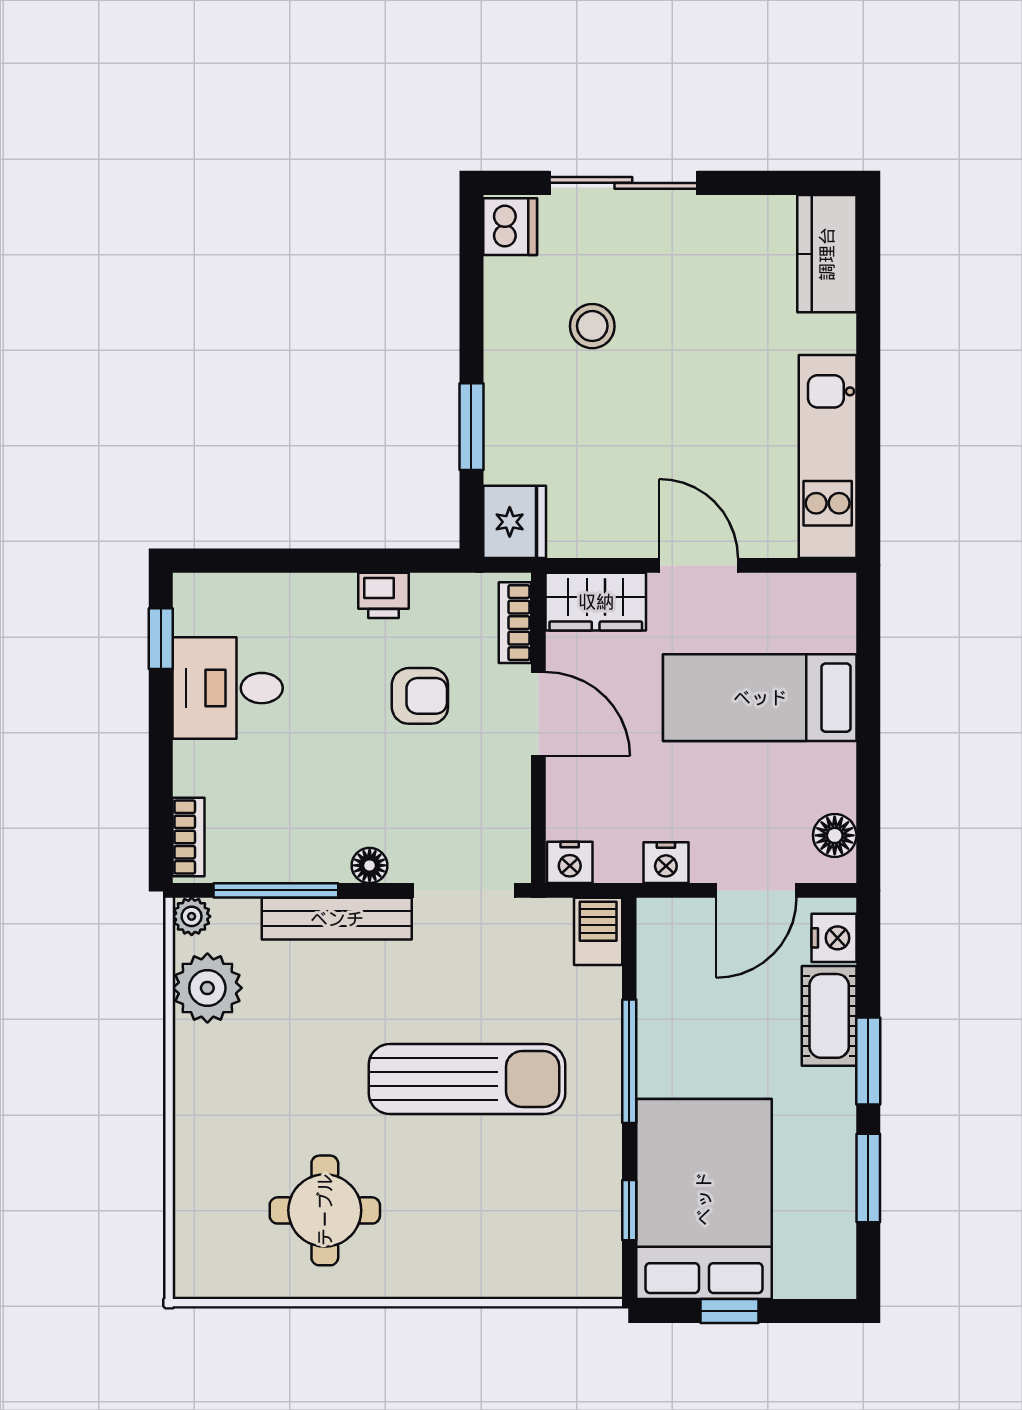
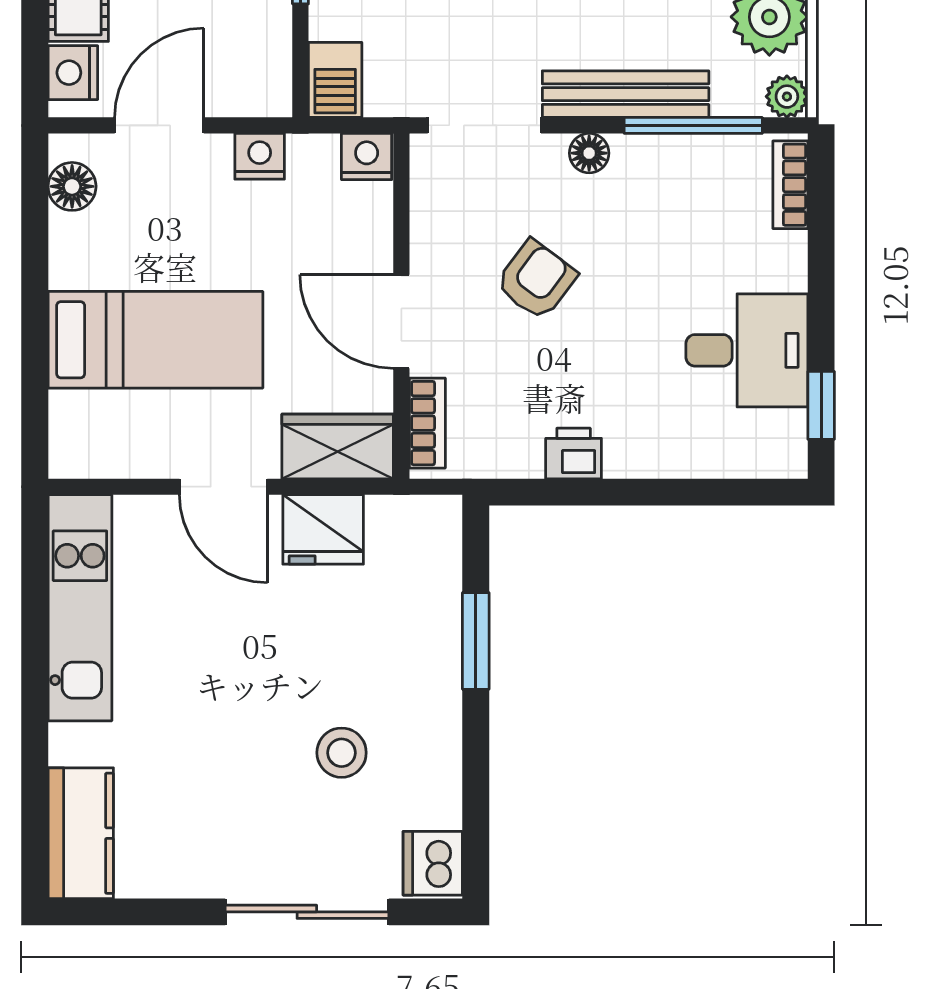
fridge: (515, 522) -> (323, 529), moved, turned -90
armchair: (420, 696) -> (536, 280), moved, turned 127

